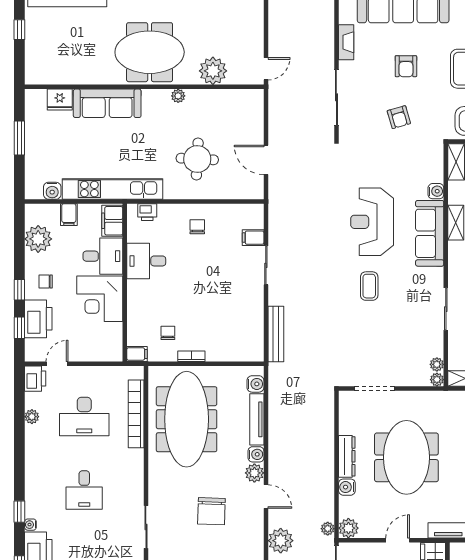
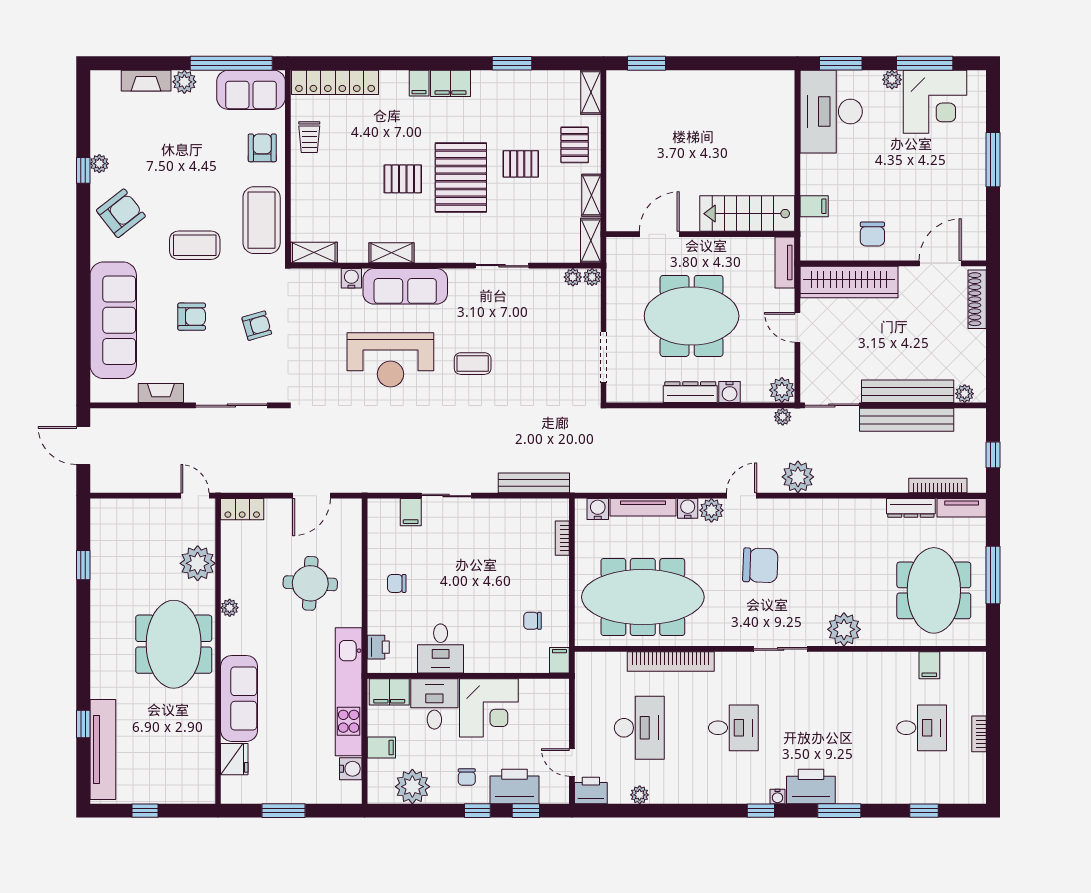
locker: (255, 106) -> (242, 509), added
bookcase: (191, 356) -> (562, 538), moved
bookcase: (136, 414) -> (671, 661), moved

